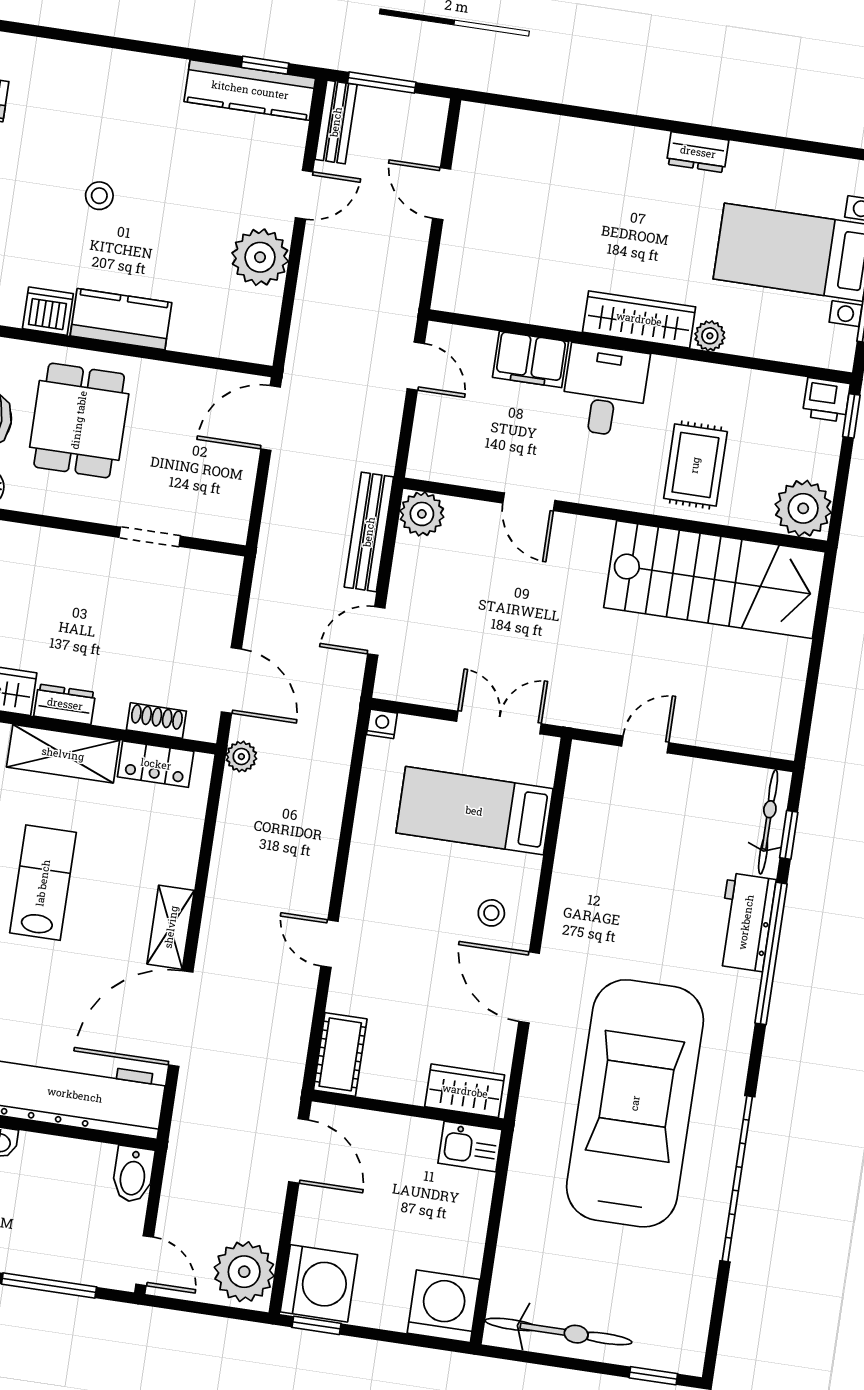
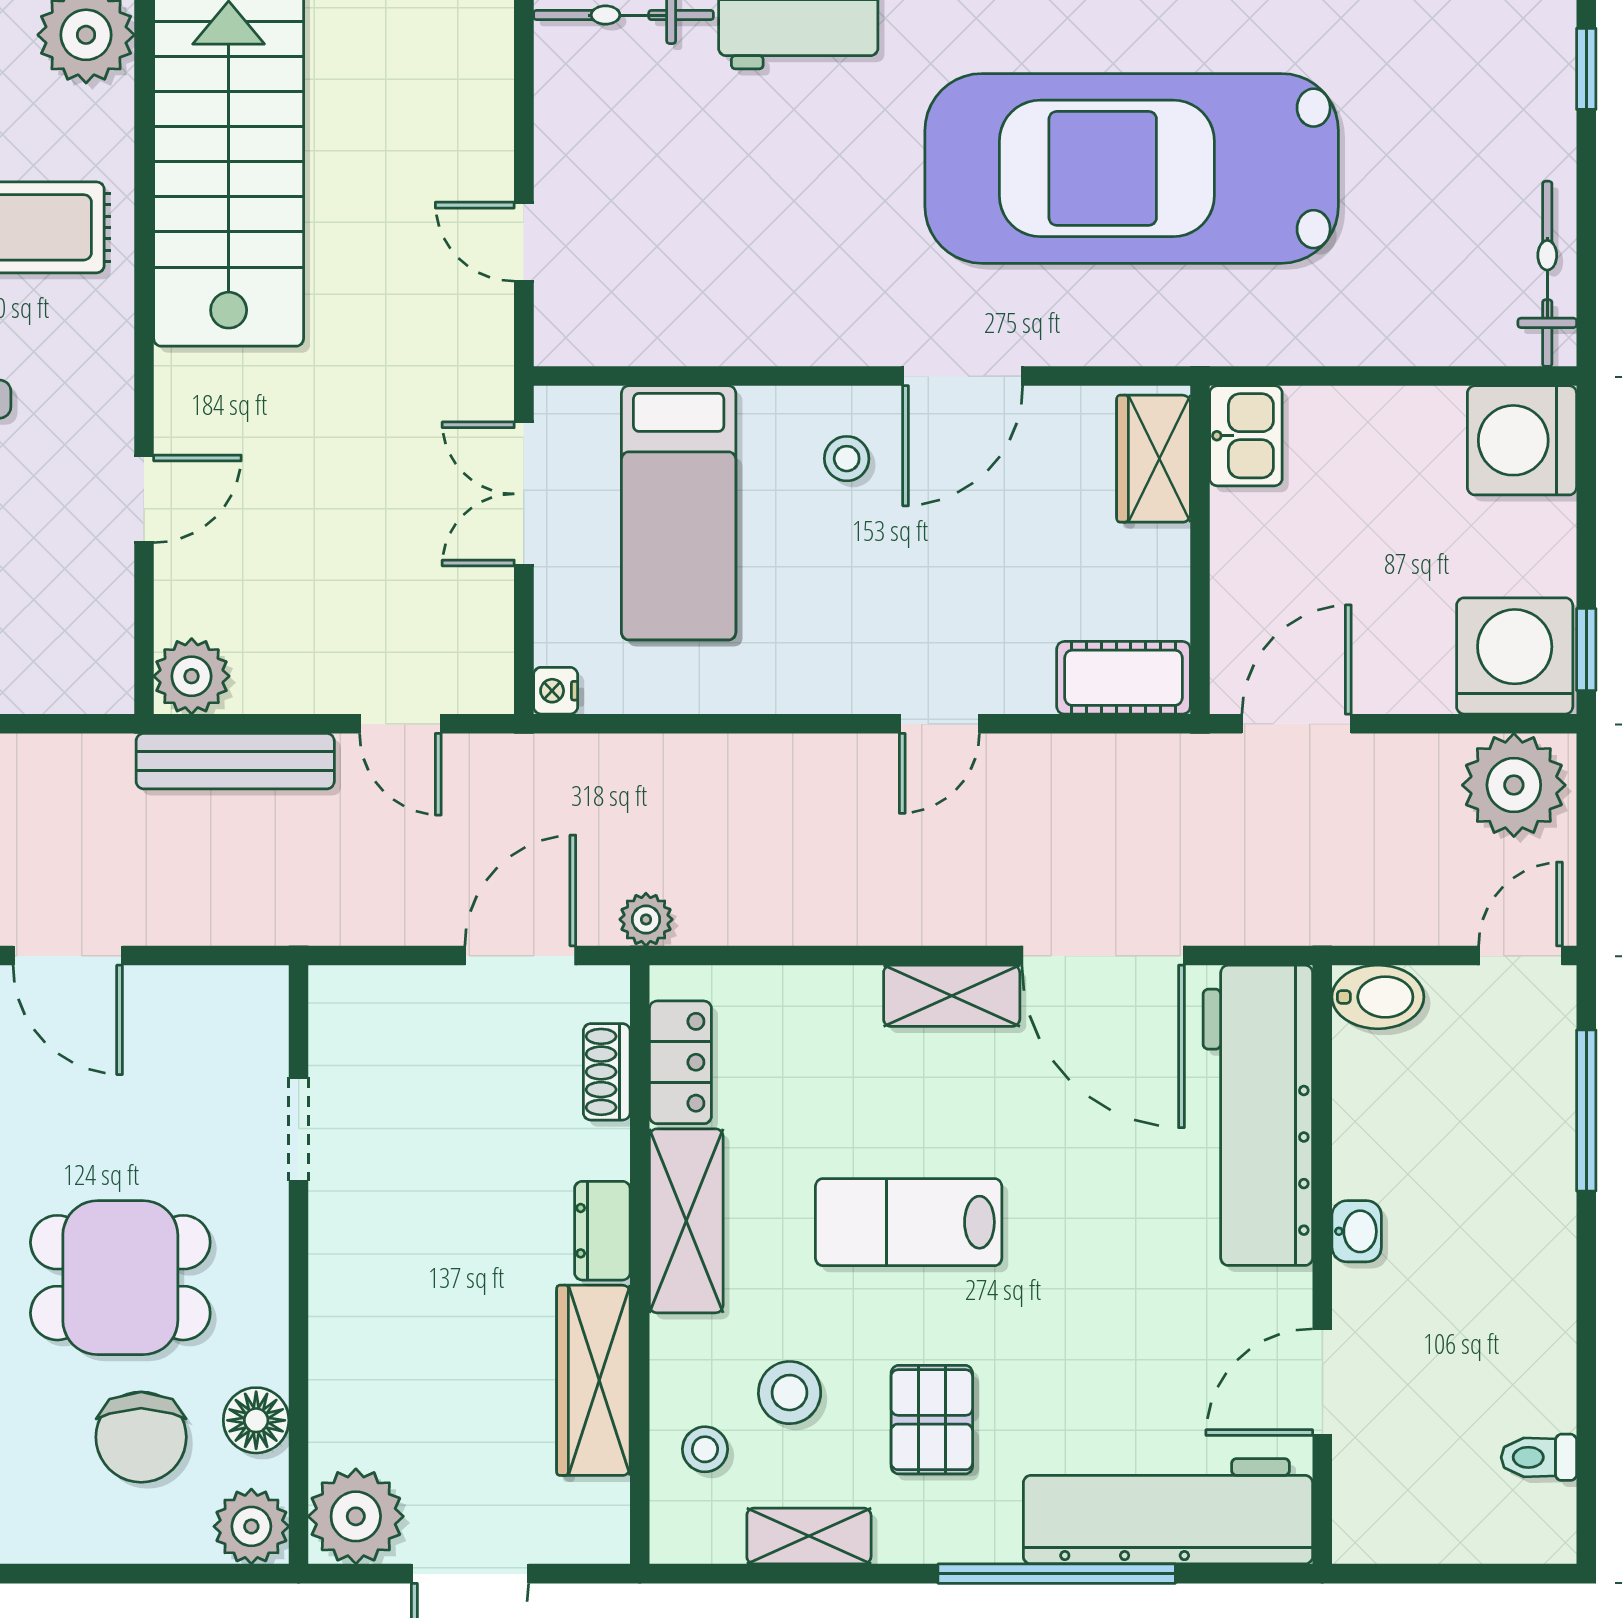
bicycle: (558, 1331) -> (1547, 274), width x0.73, depth x0.71

